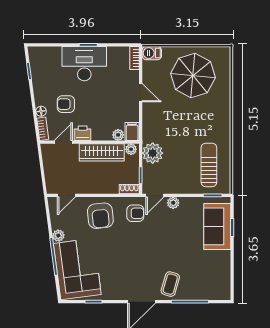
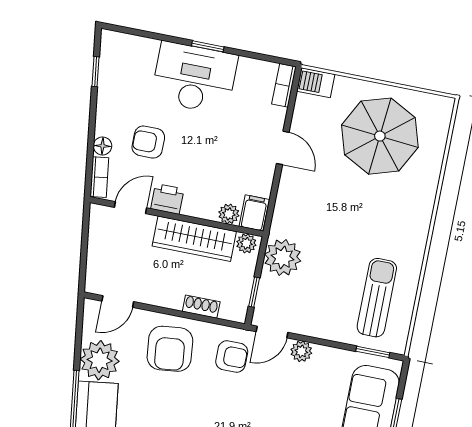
shoe rack: (129, 189) -> (201, 307), moved
plant: (58, 236) -> (100, 360), width x1.87, depth x1.87

